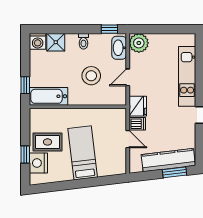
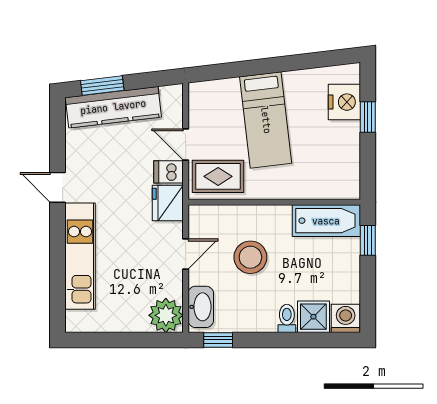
toilet: (83, 41) -> (287, 318), moved
rug: (48, 142) -> (218, 176), moved

